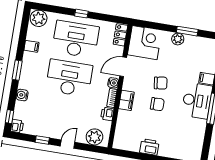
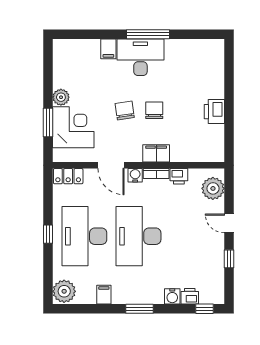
window: (187, 31) -> (48, 122), moved
corner desk: (145, 43) -> (73, 127), moved, turned 90
printer: (17, 126) -> (190, 296), moved

